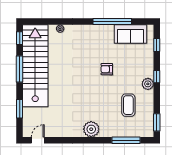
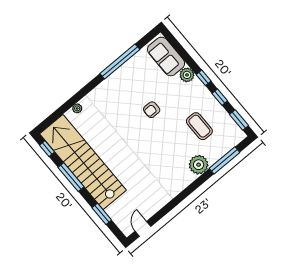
sofa: (131, 34) -> (166, 56), moved, turned 90
window: (157, 45) -> (220, 97), moved
plant: (148, 84) -> (187, 75), moved
plant: (91, 129) -> (199, 165), moved

